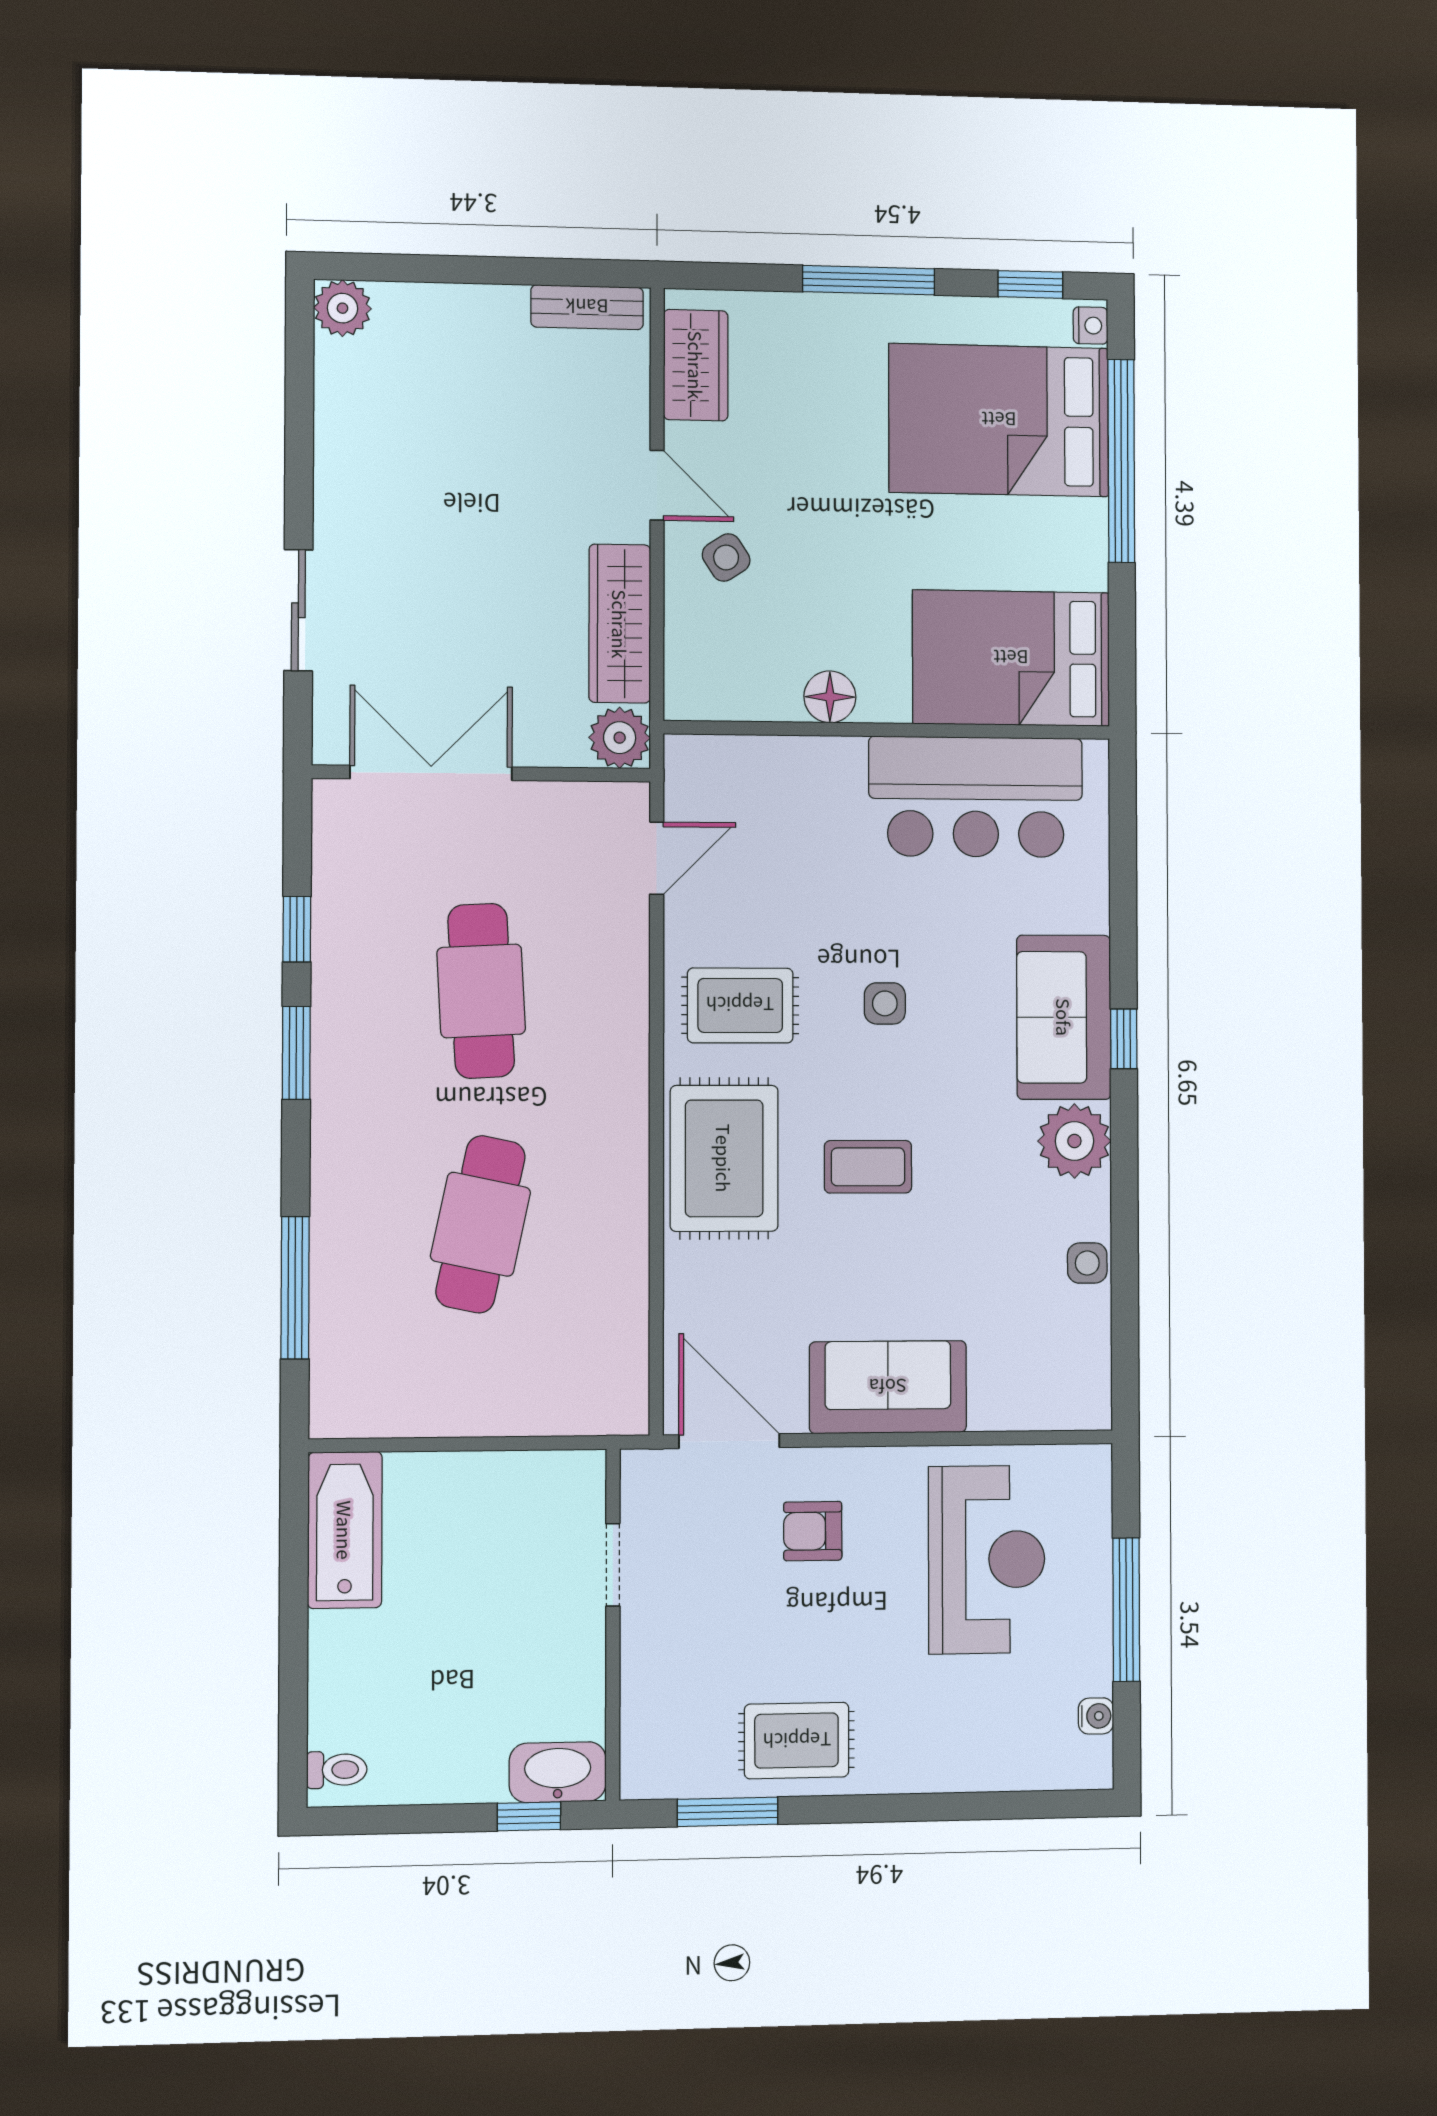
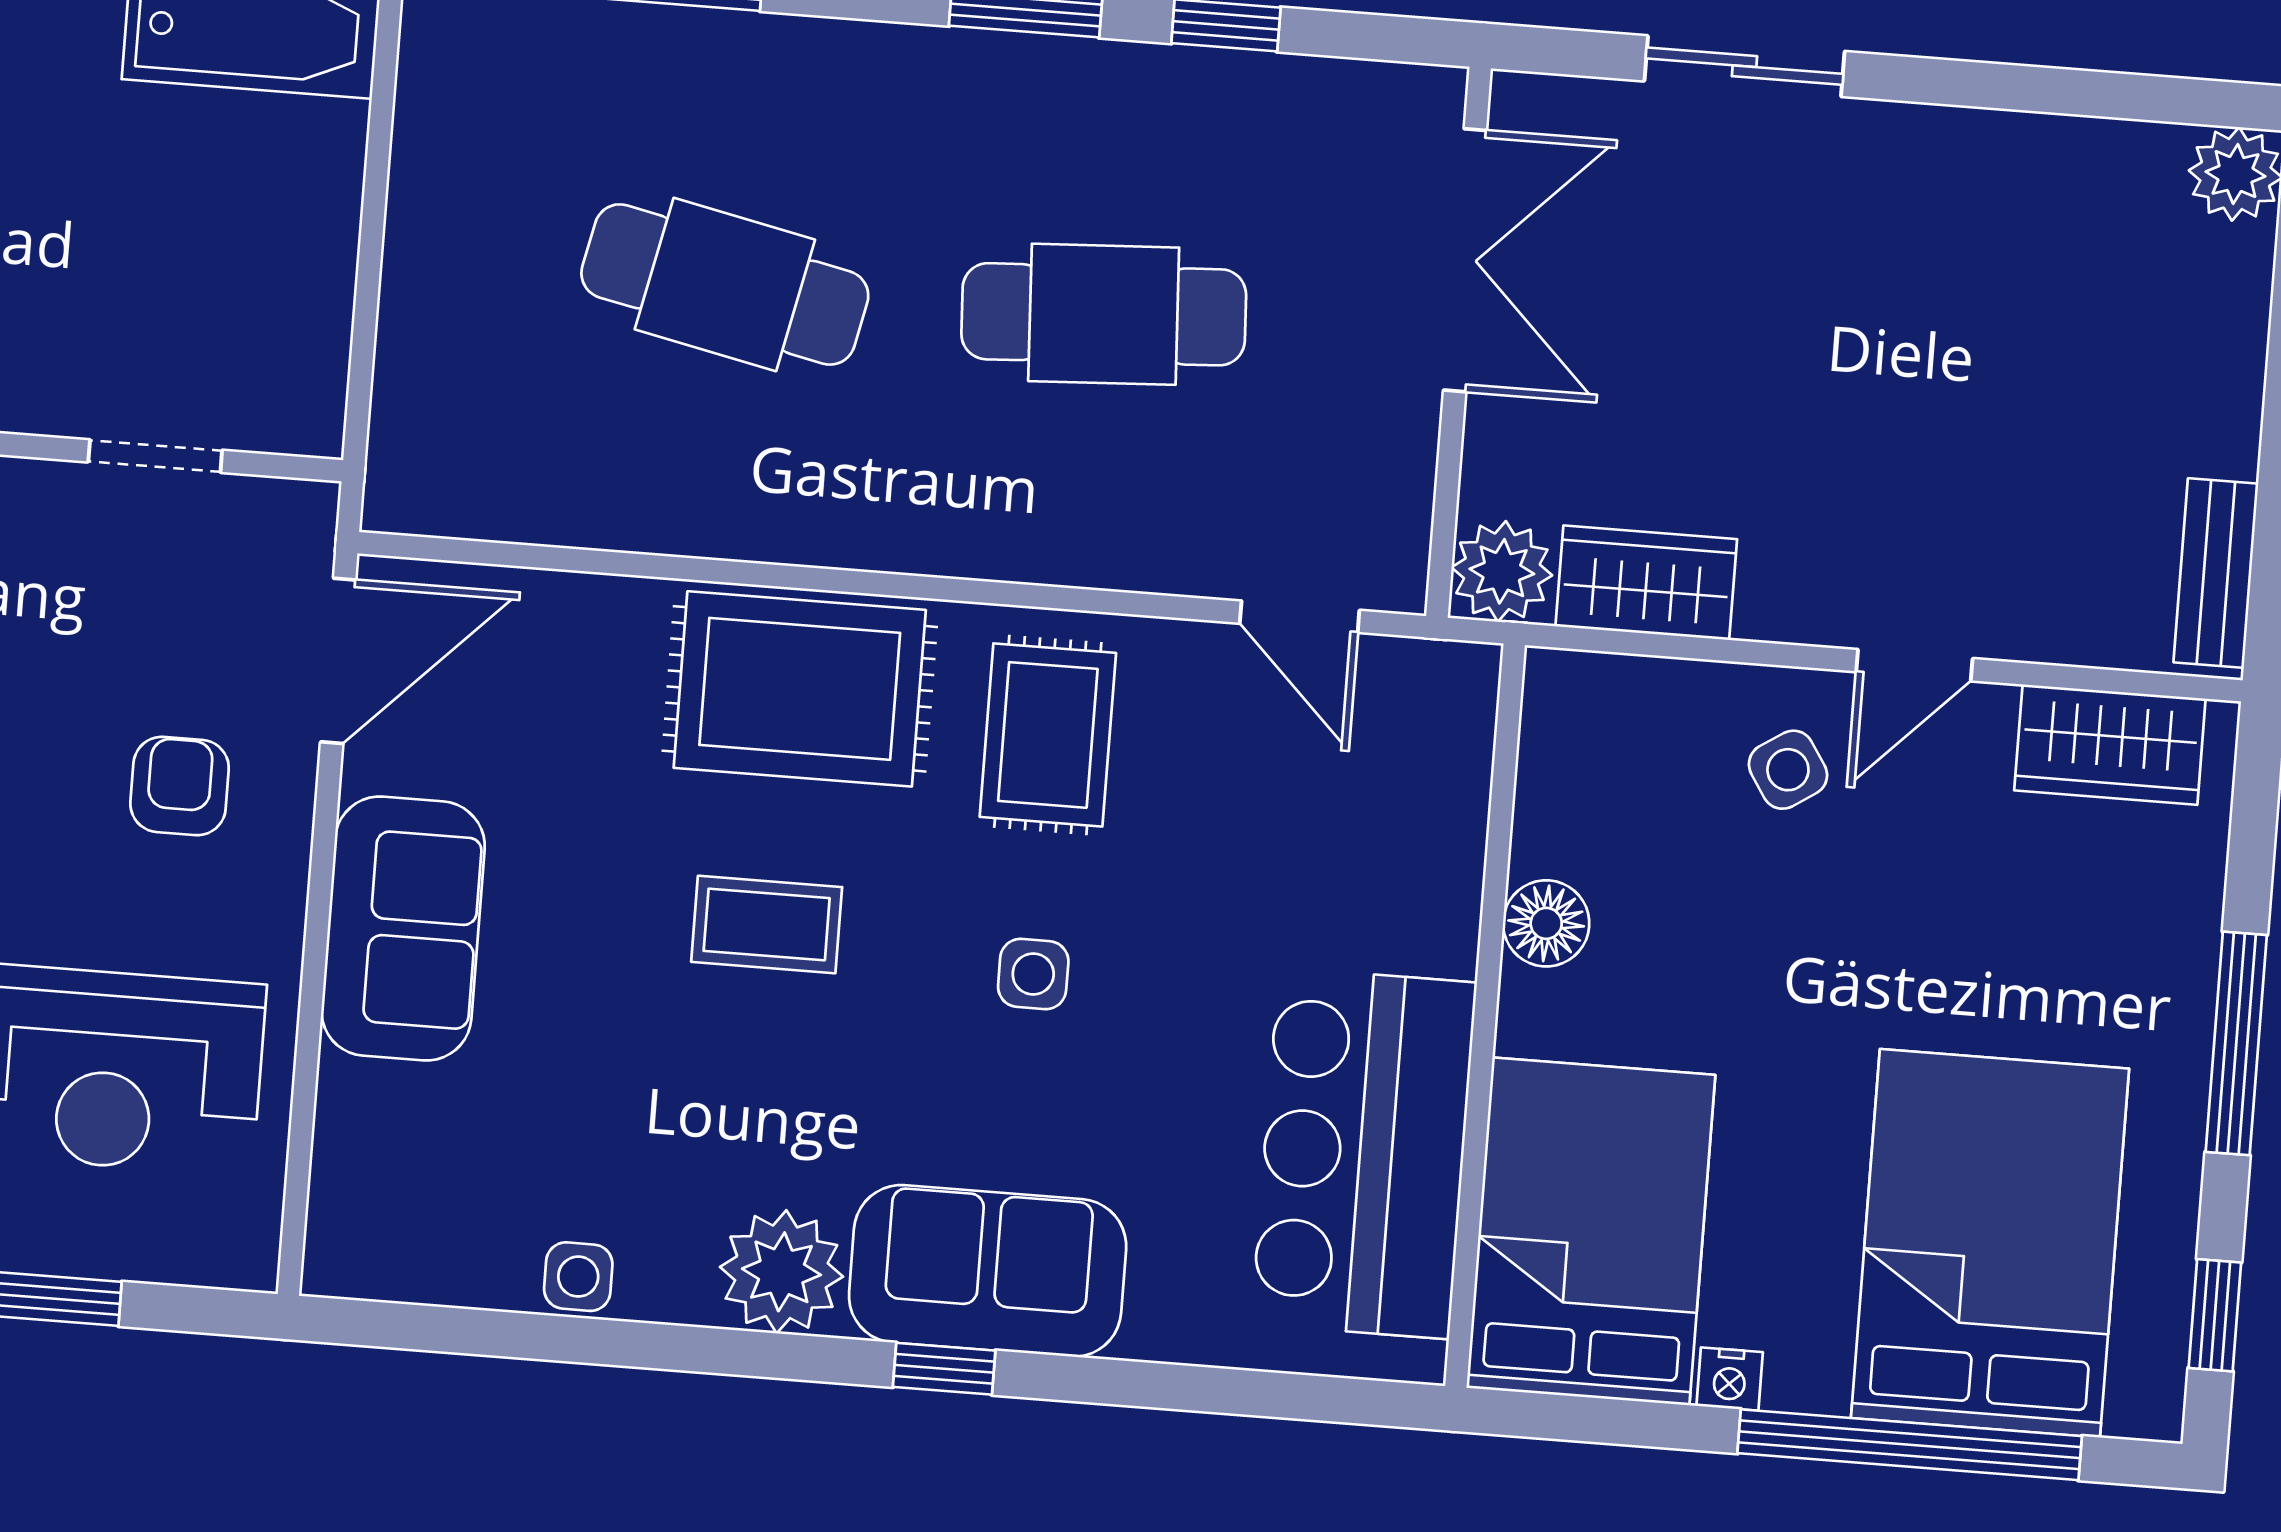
nightstand: (1091, 326) -> (1730, 1379), moved
wardrobe: (620, 624) -> (1646, 583), width x0.67
coffee table: (868, 1167) -> (767, 925), turned 90

